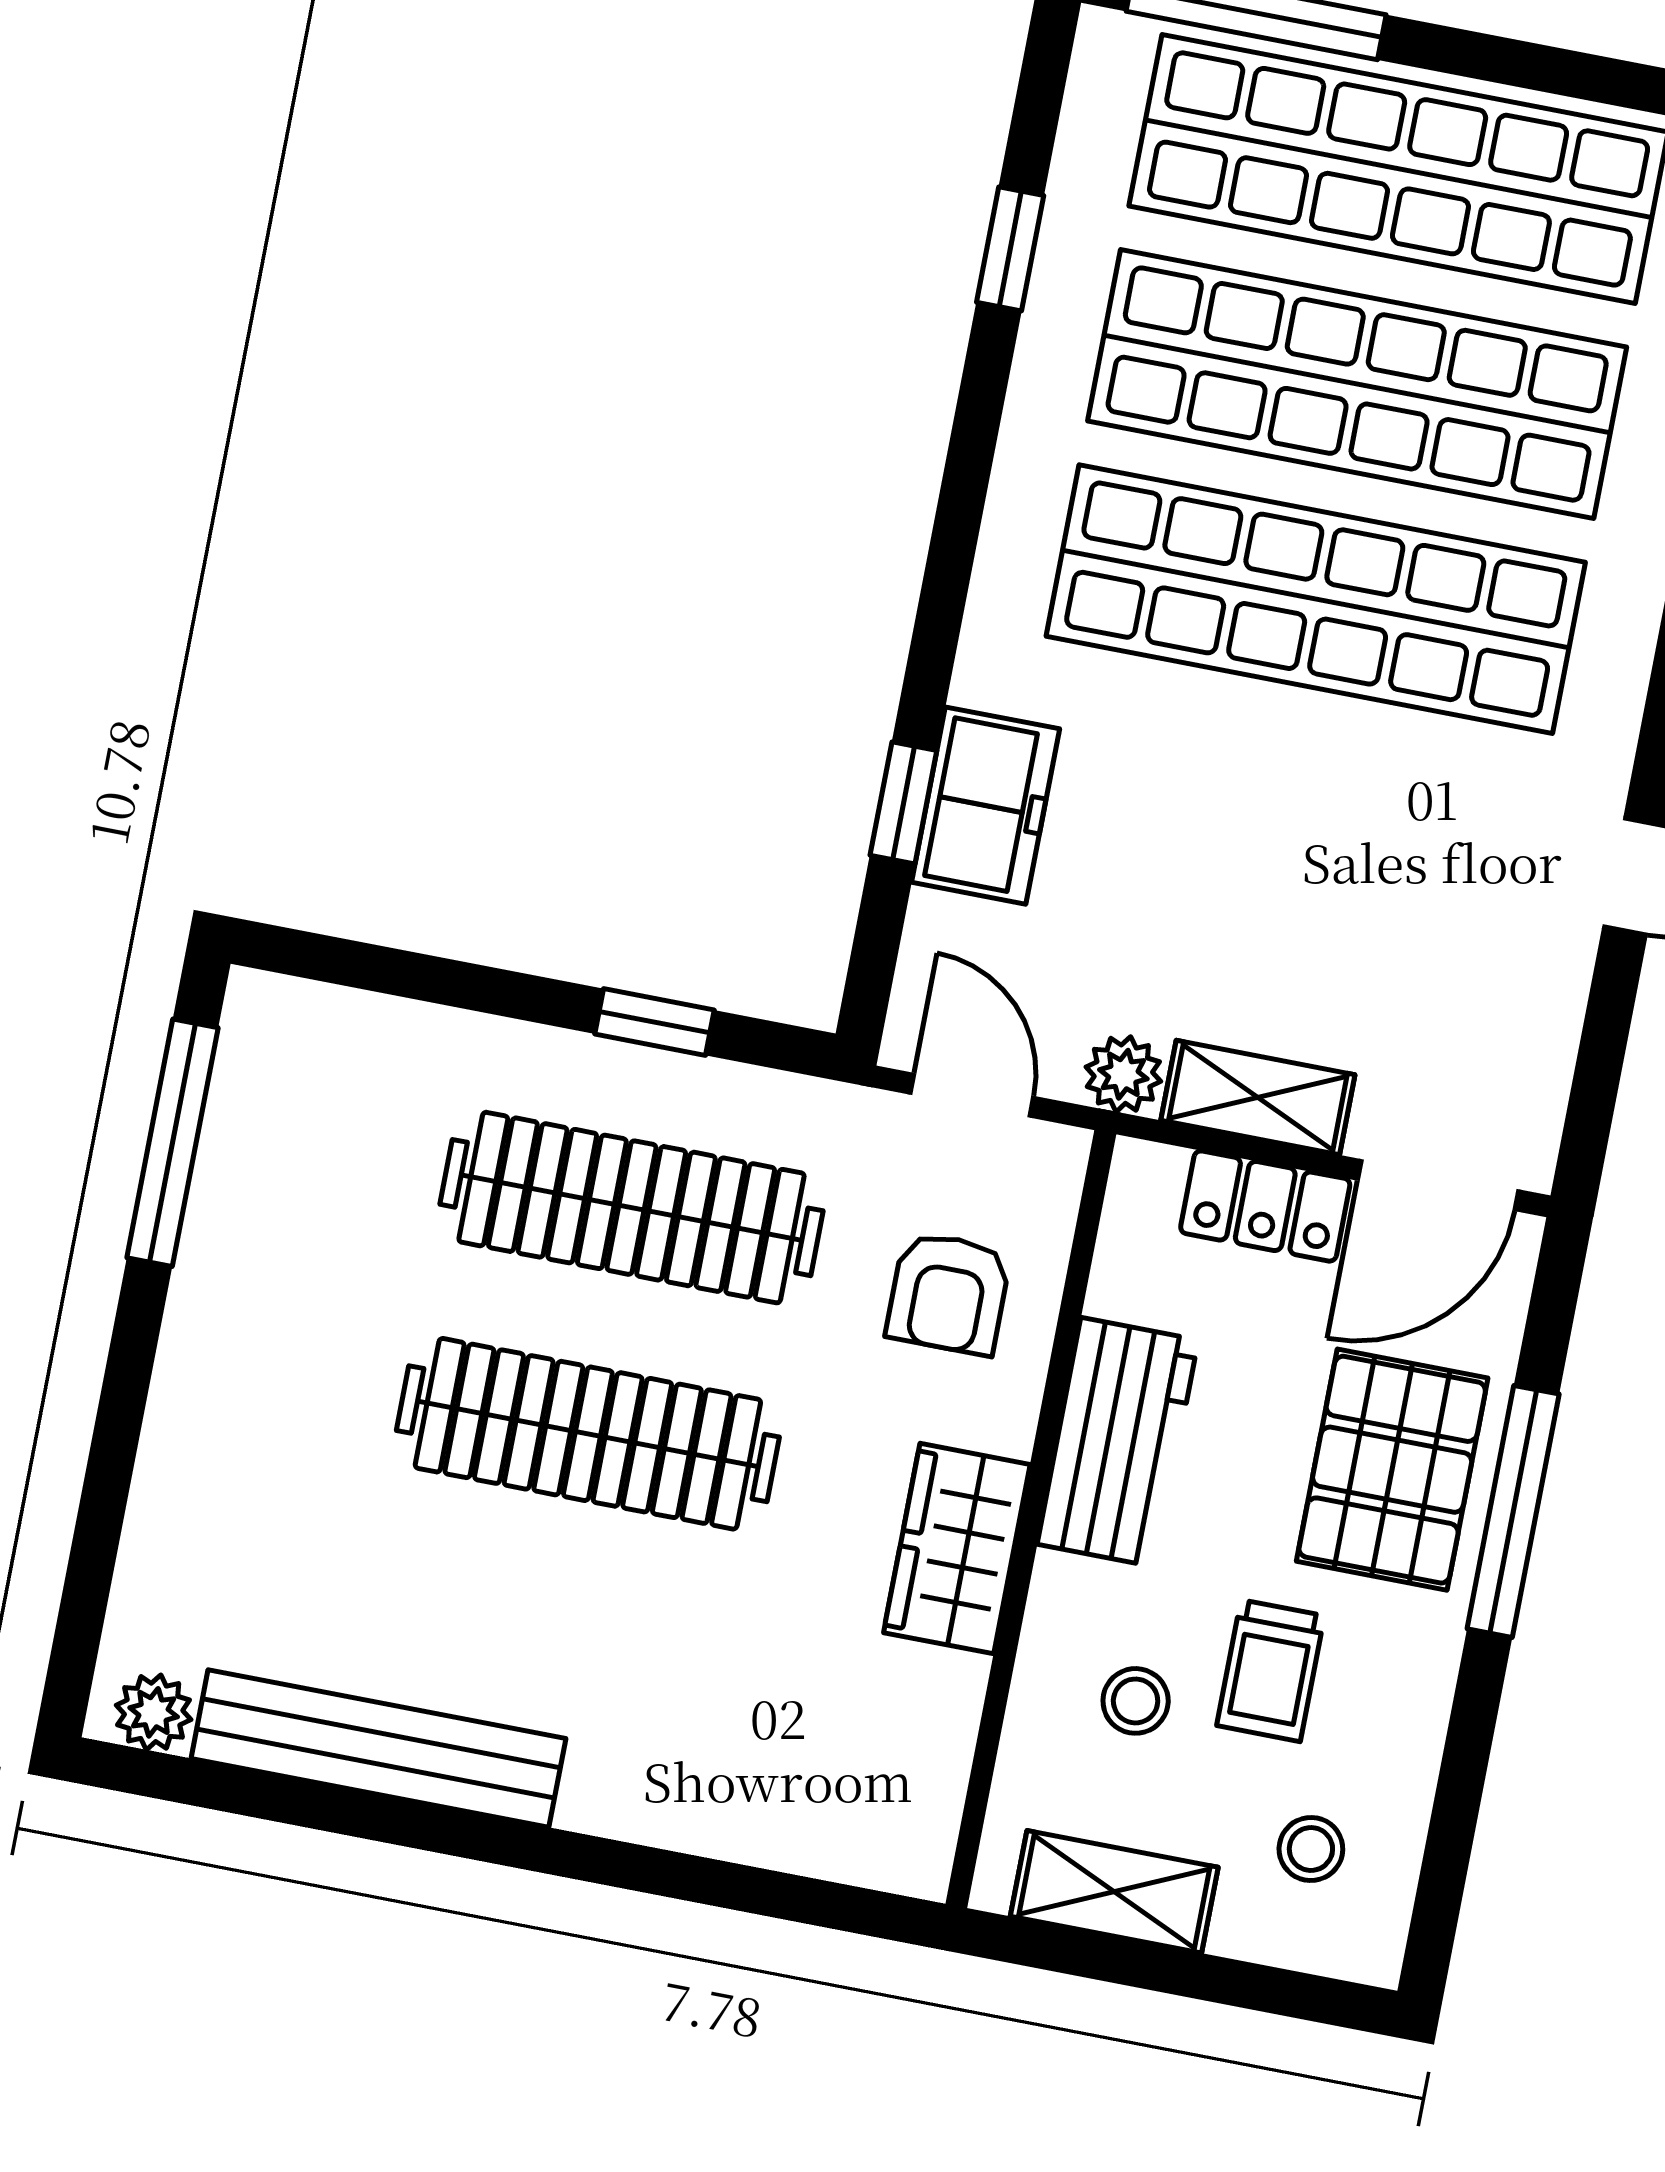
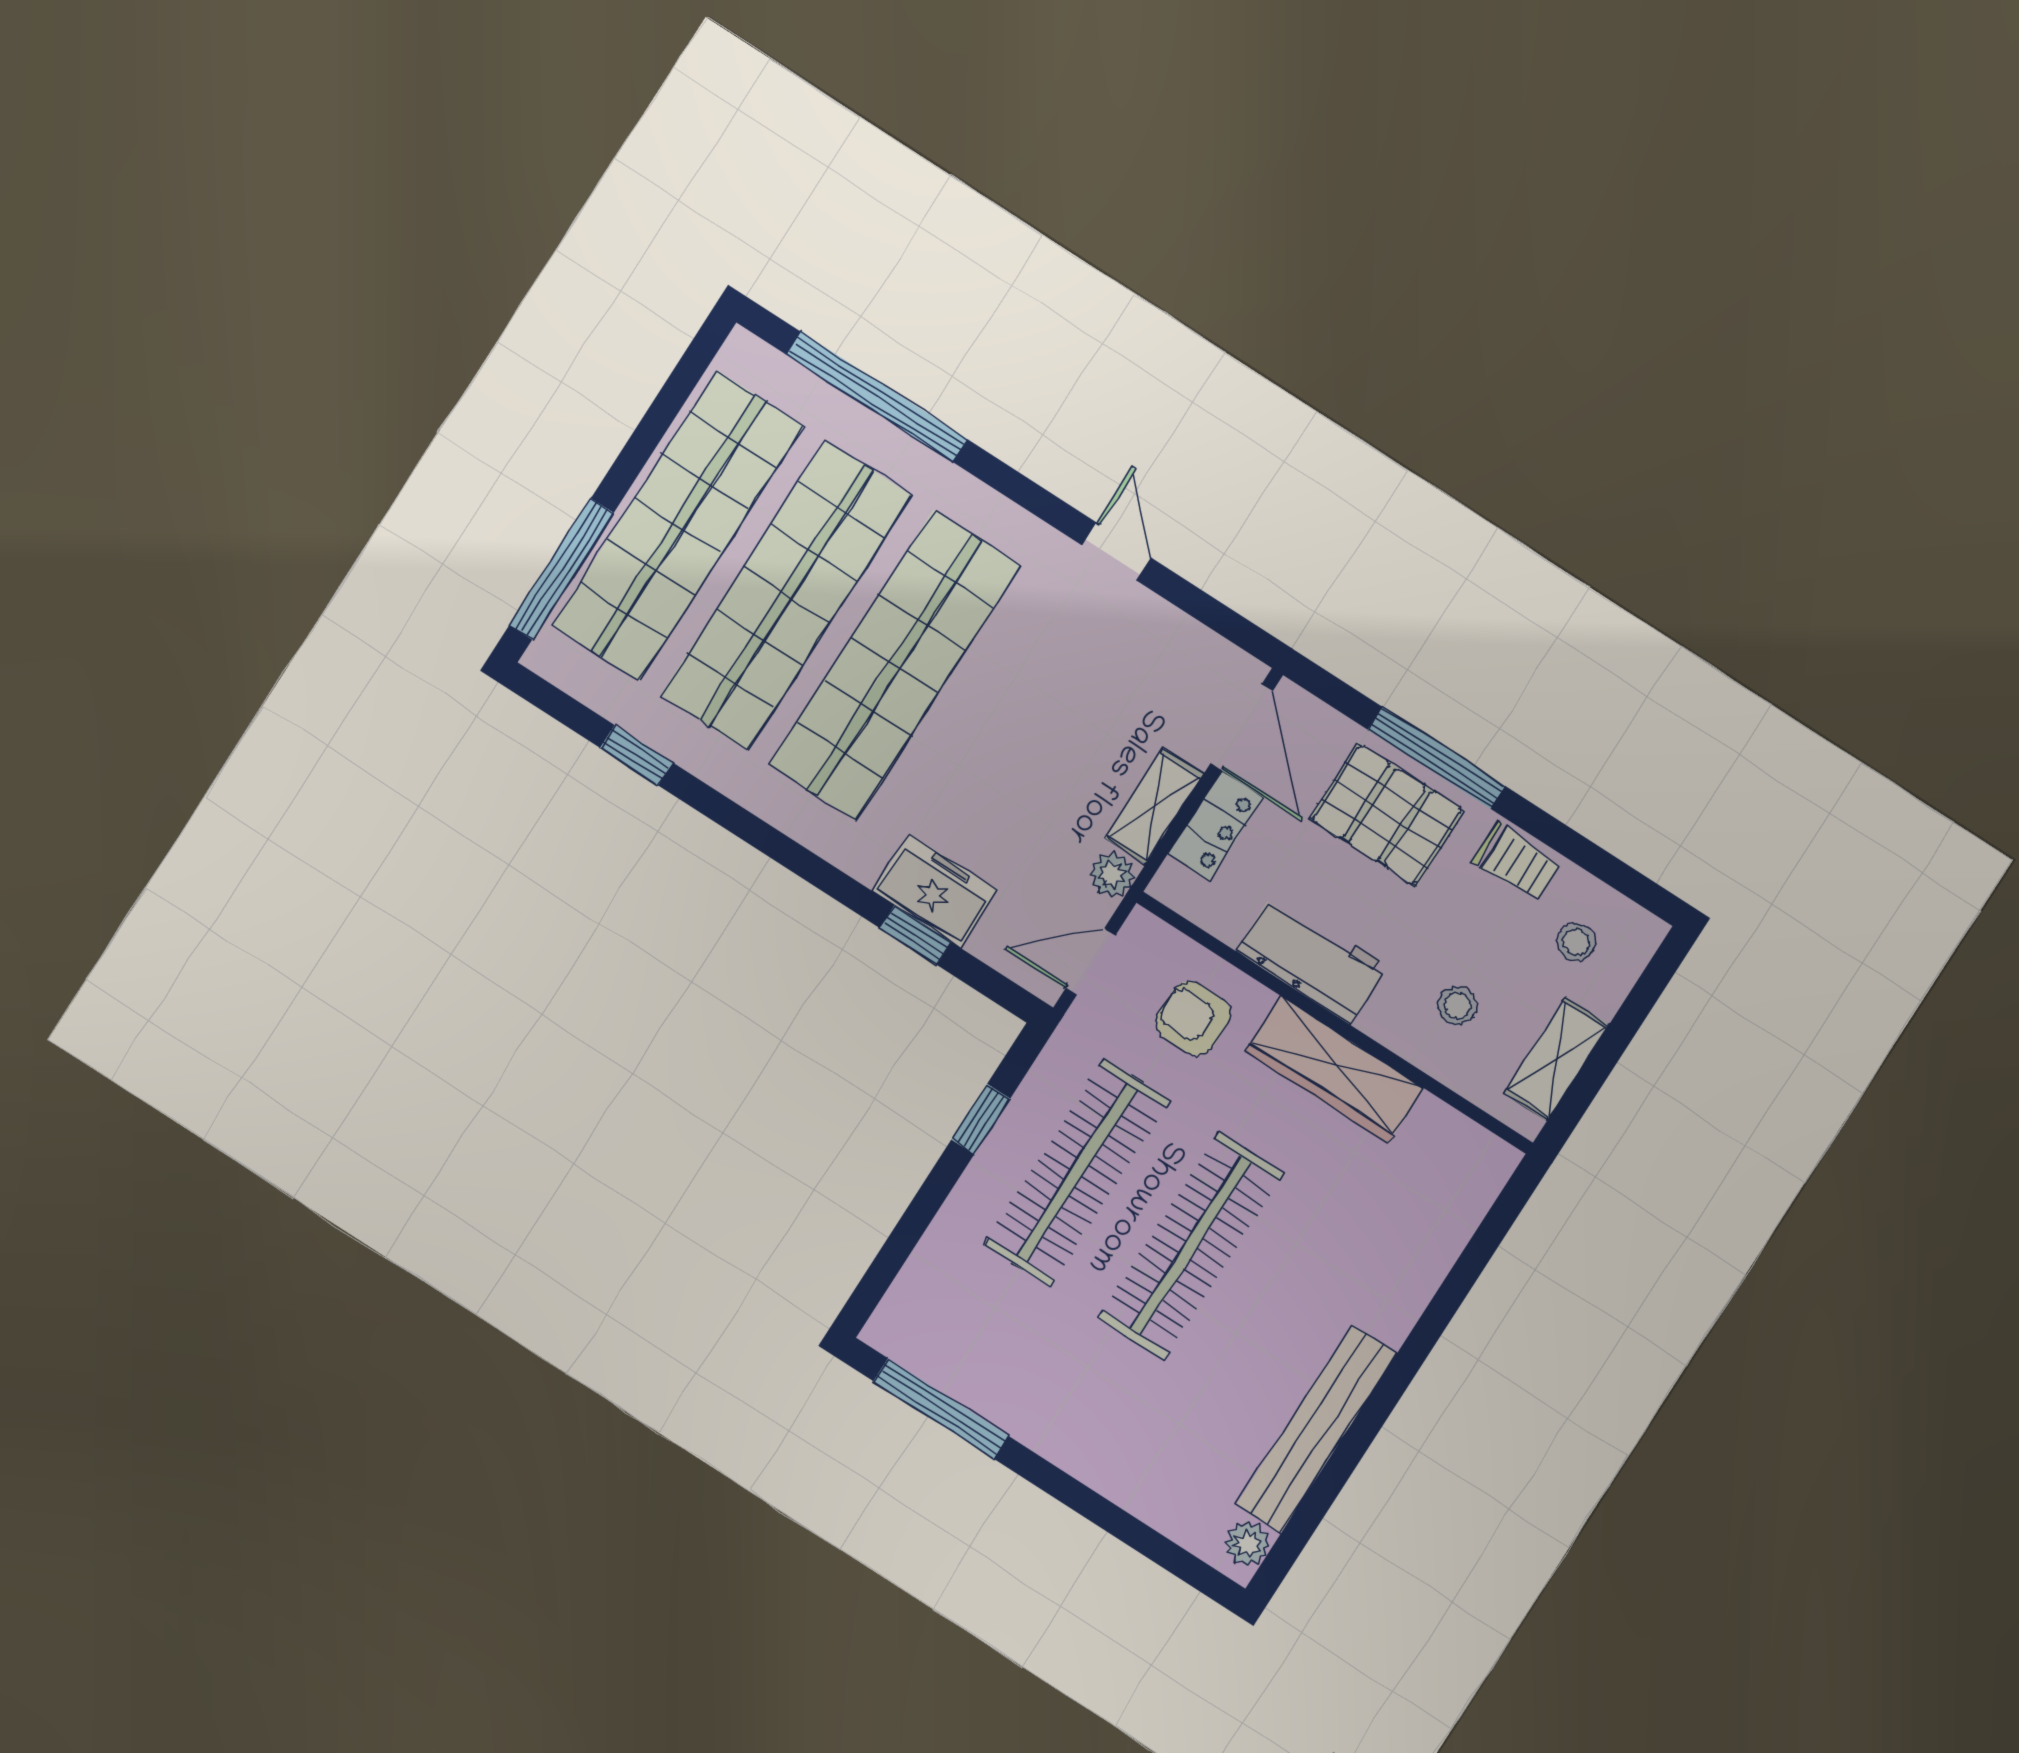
armchair: (949, 1293) -> (1193, 1018), turned 180
wardrobe: (957, 1549) -> (1334, 1070), width x1.50
trolley: (1271, 1671) -> (1516, 862), moved

